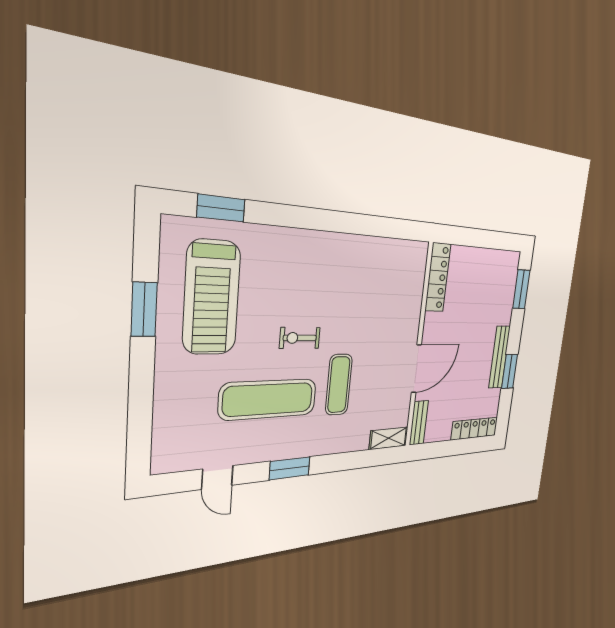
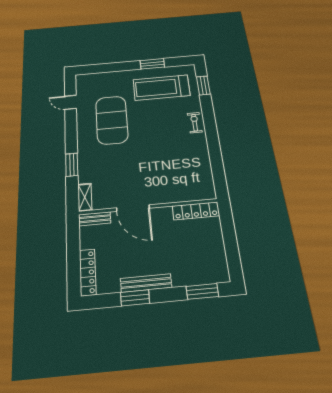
exercise bike: (300, 338) -> (195, 123), moved
exercise mat: (339, 385) -> (121, 157), removed
exercise mat: (269, 399) -> (112, 120), width x1.47
window: (290, 468) -> (72, 165), moved
door: (217, 477) -> (71, 102), hinge flipped

